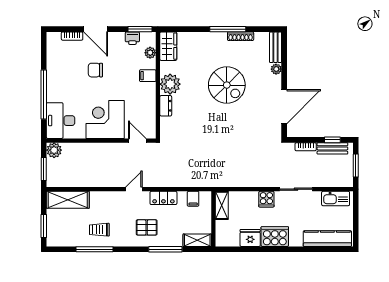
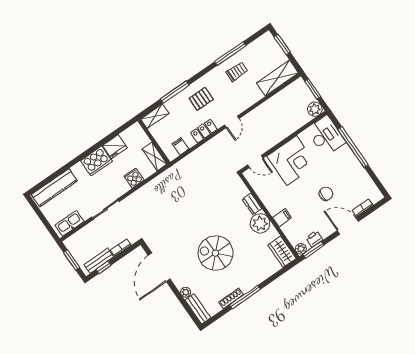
plant: (150, 53) -> (301, 249), moved
cooker: (266, 199) -> (134, 178), moved

